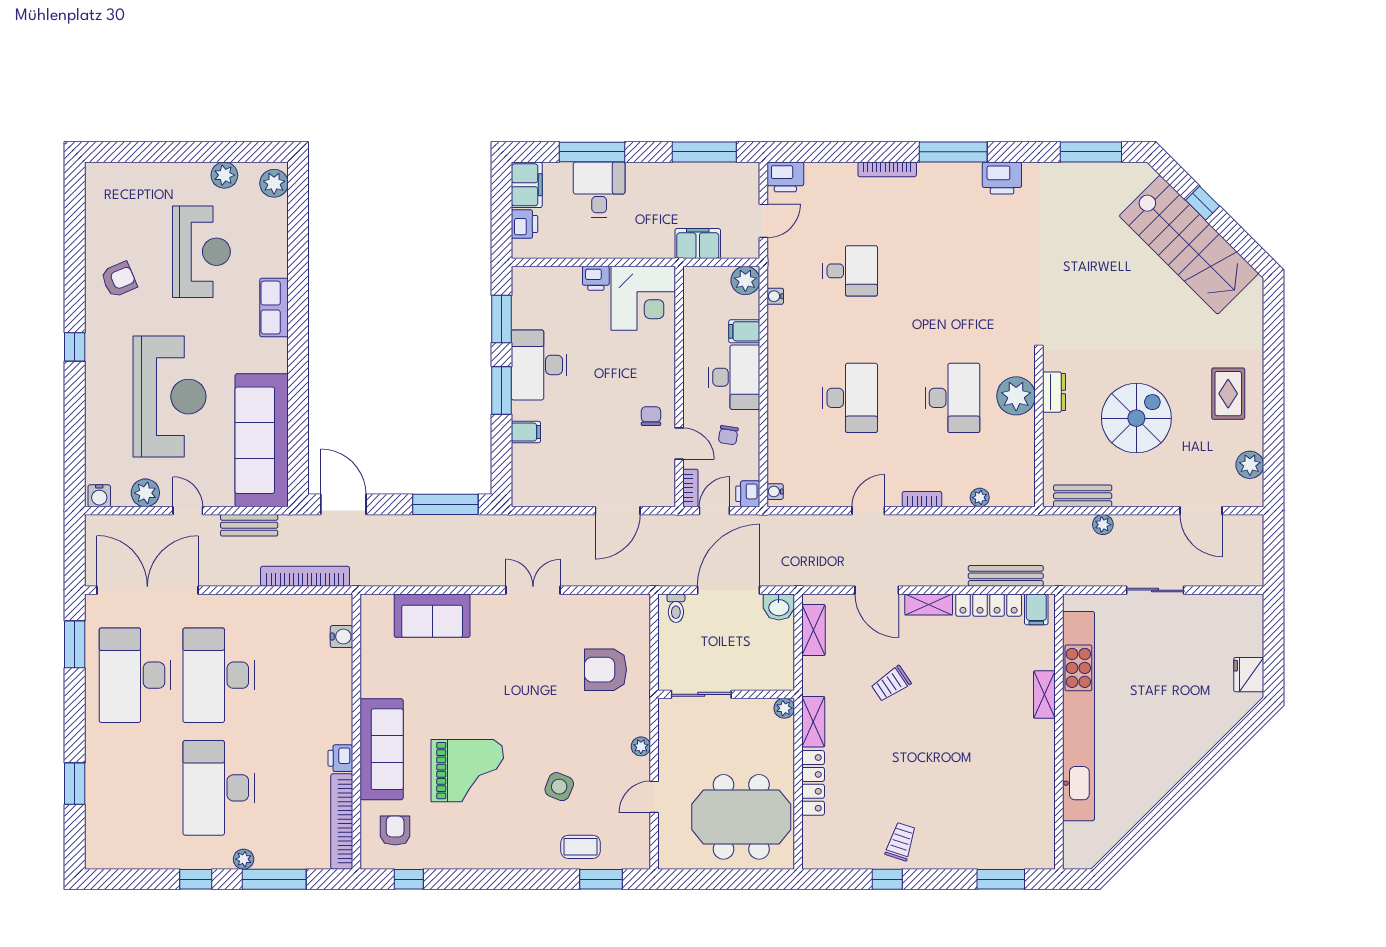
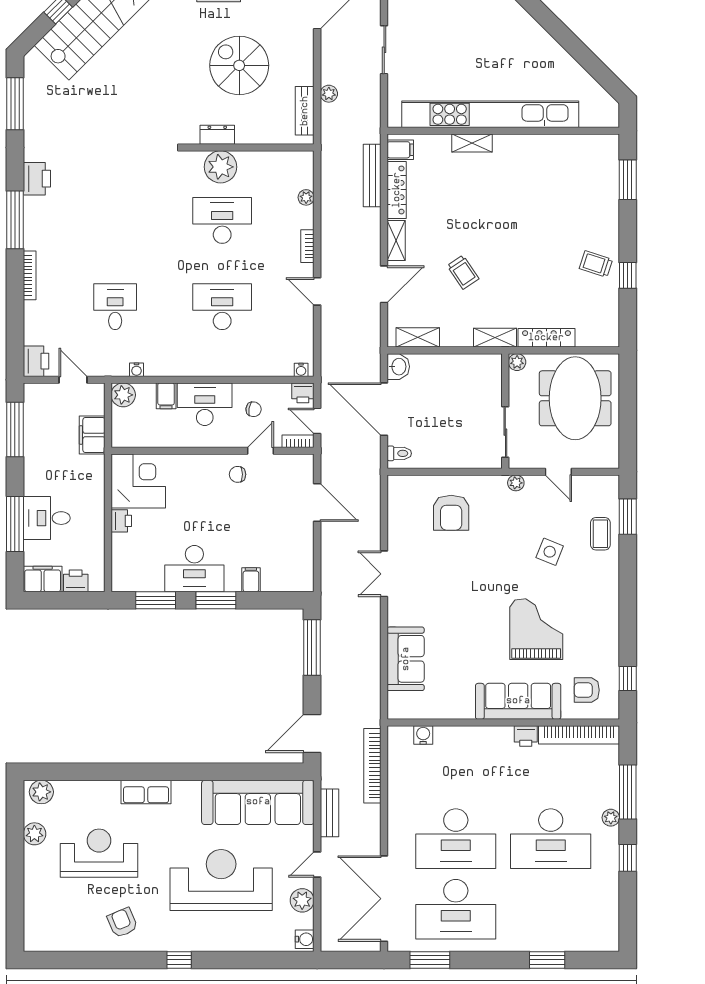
sliding door: (701, 694) -> (505, 432), moved
wall: (726, 694) -> (505, 411), moved
plant: (784, 708) -> (517, 362), moved

